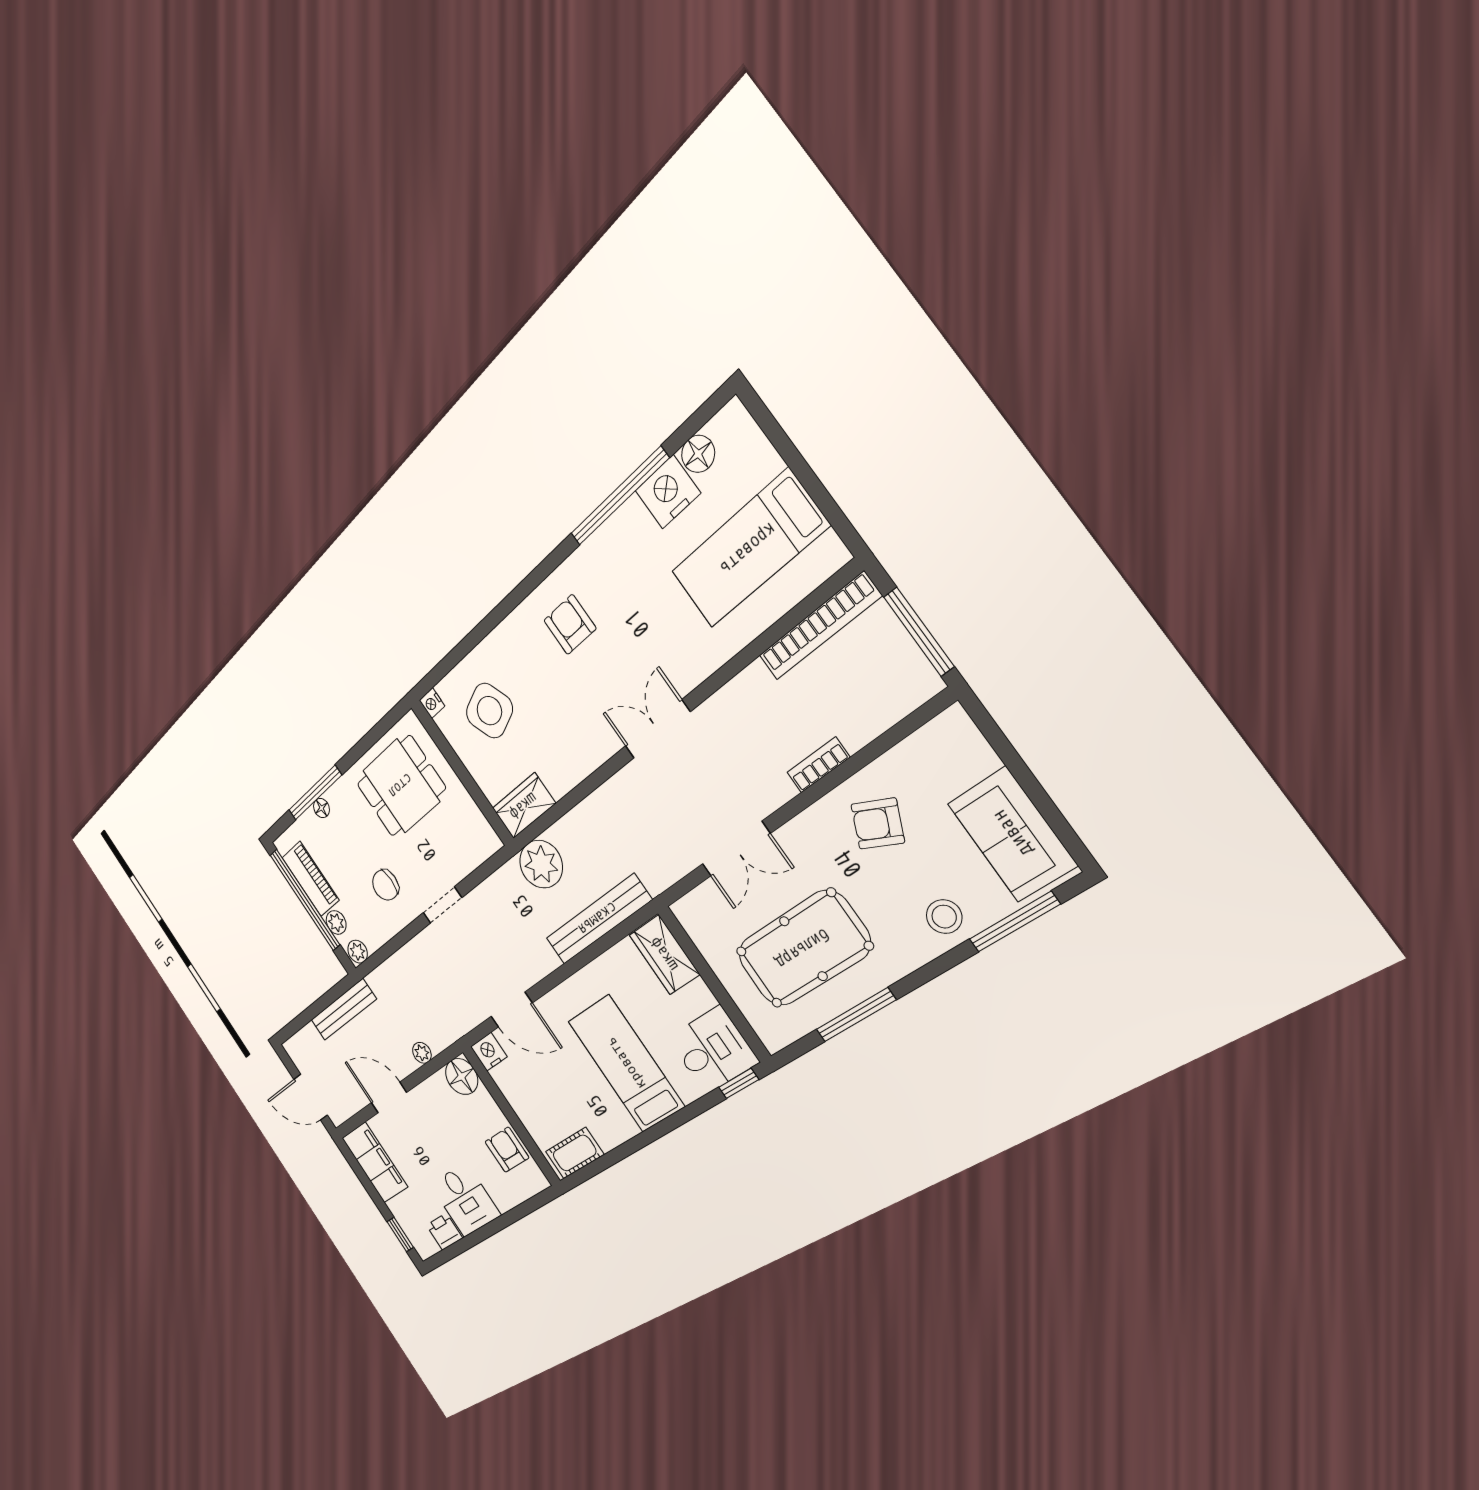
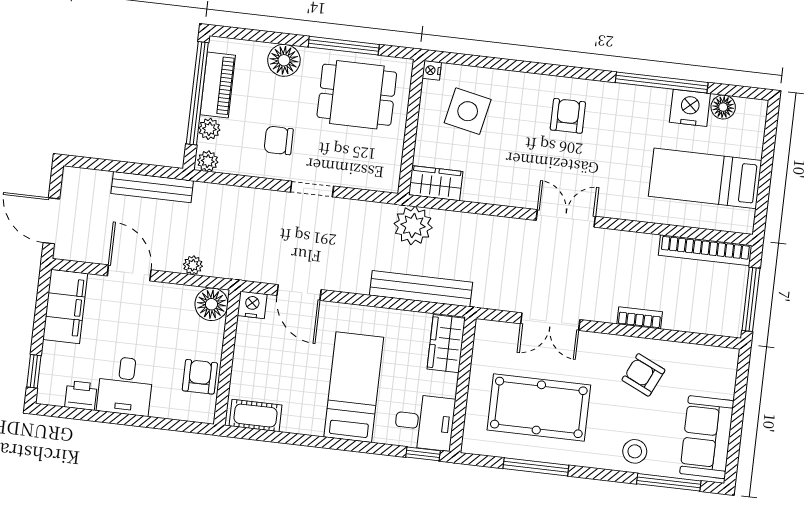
side table: (489, 711) -> (468, 111), turned 34
window: (315, 793) -> (344, 46), moved
floor lamp: (321, 808) -> (284, 60), width x1.89, depth x1.89

